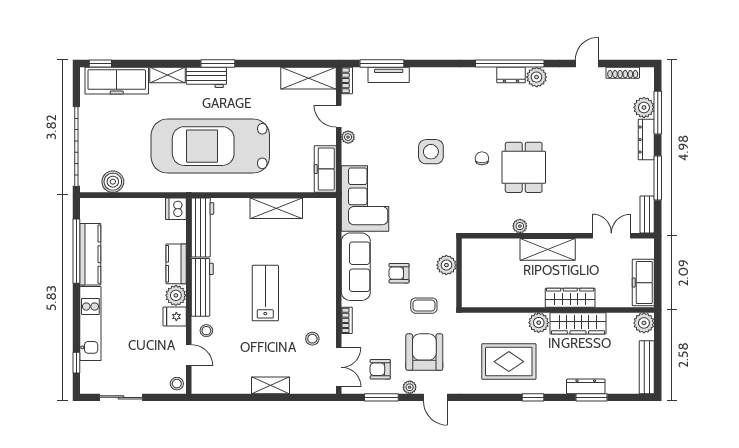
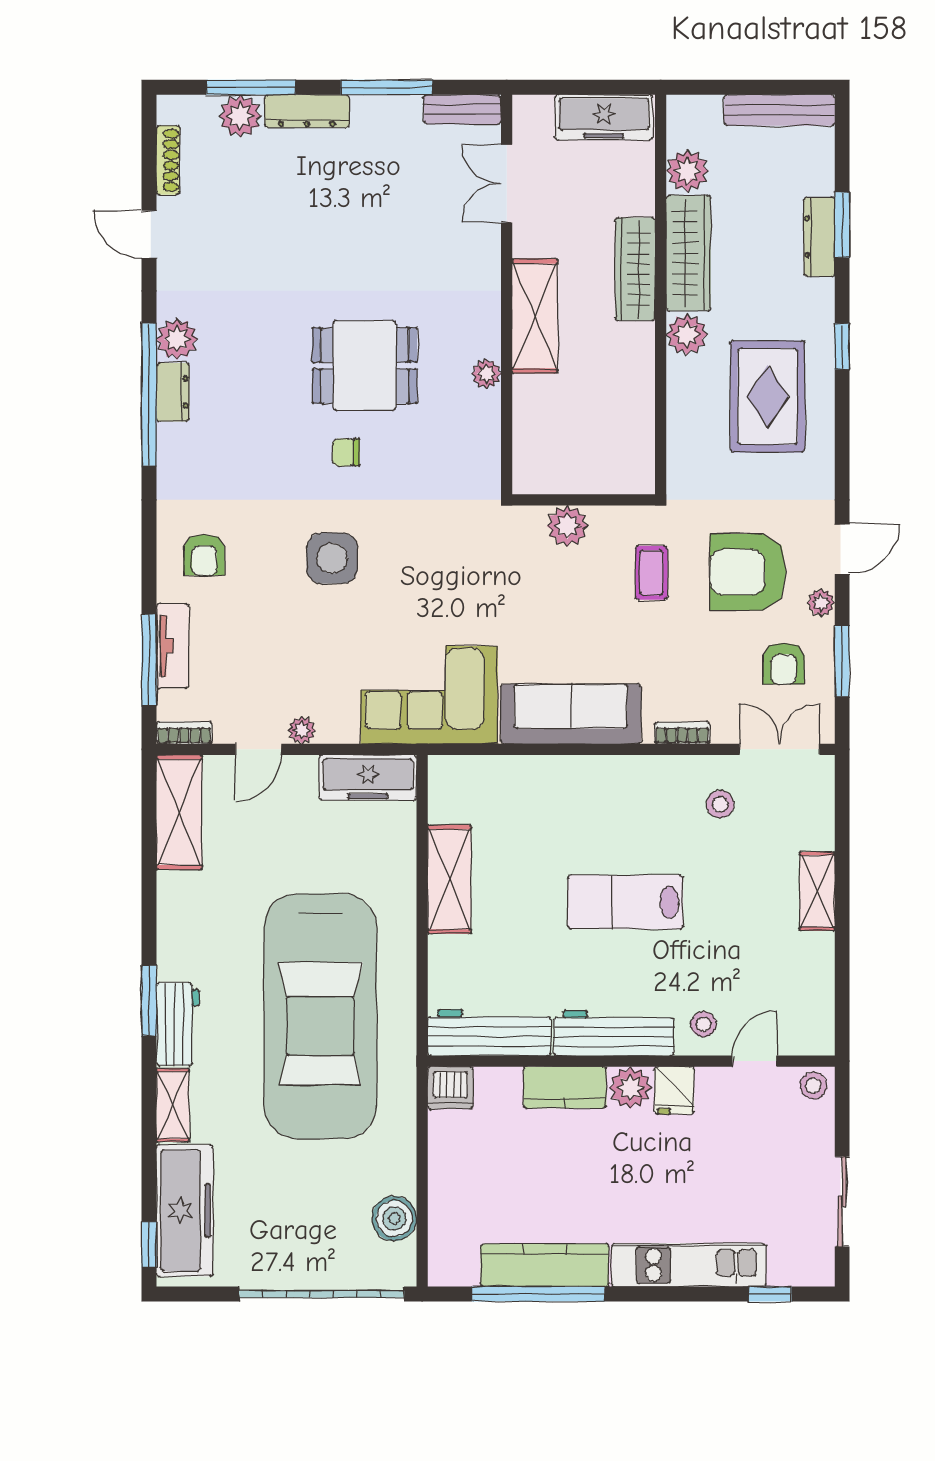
armchair: (399, 273) -> (204, 555), moved
plant: (644, 323) -> (687, 171), moved

